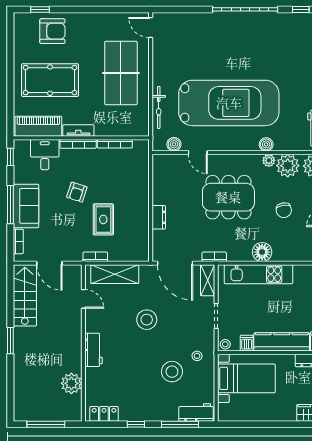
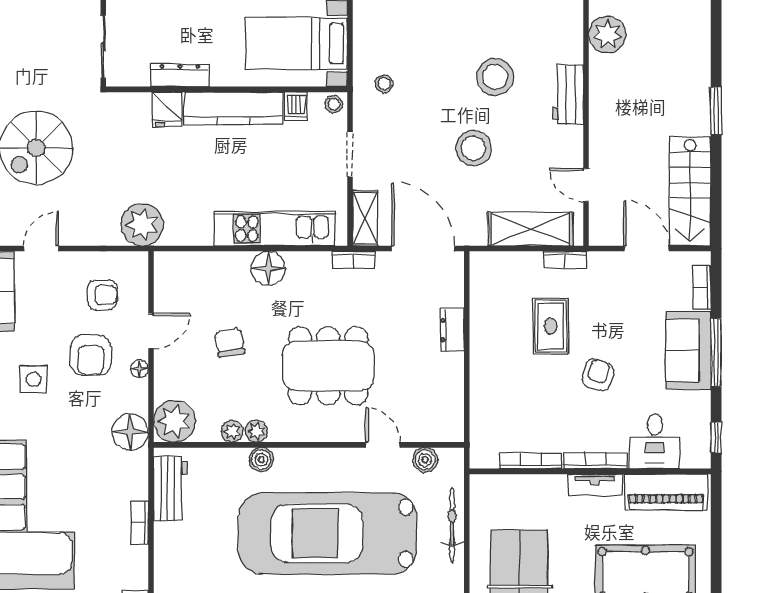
plant: (288, 166) -> (232, 431), width x0.53, depth x0.53
stool: (172, 372) -> (495, 77), moved

